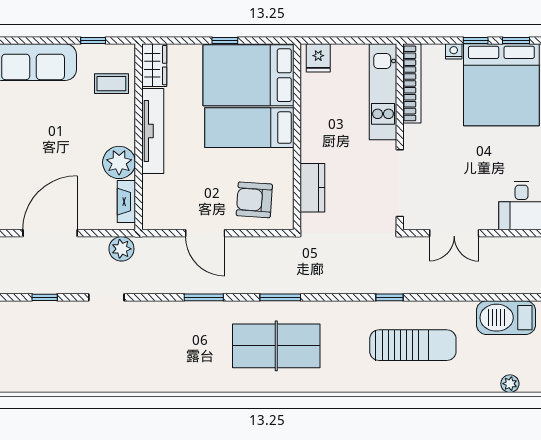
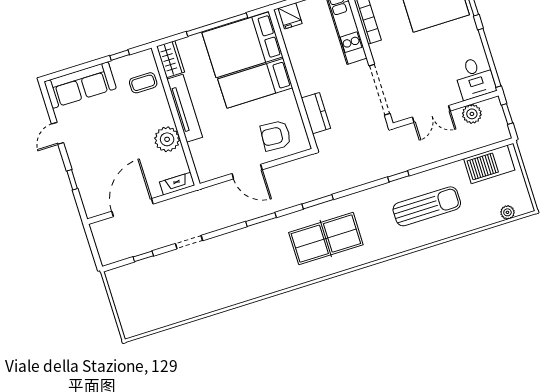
window: (225, 41) -> (217, 25), width x3.17
fireplace: (126, 202) -> (177, 184), moved, turned 90
plant: (121, 249) -> (472, 114), moved

